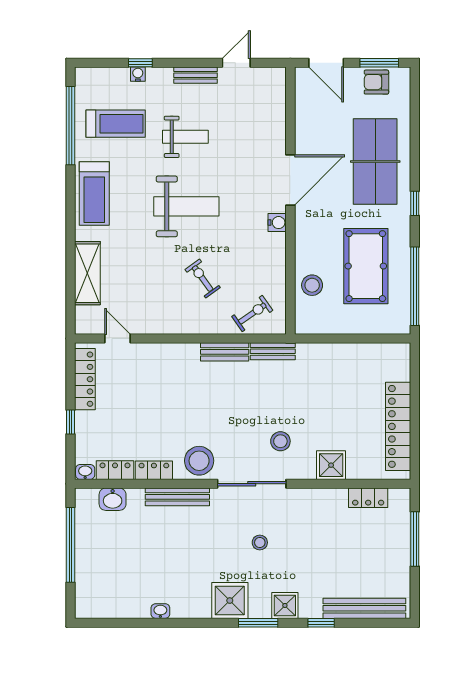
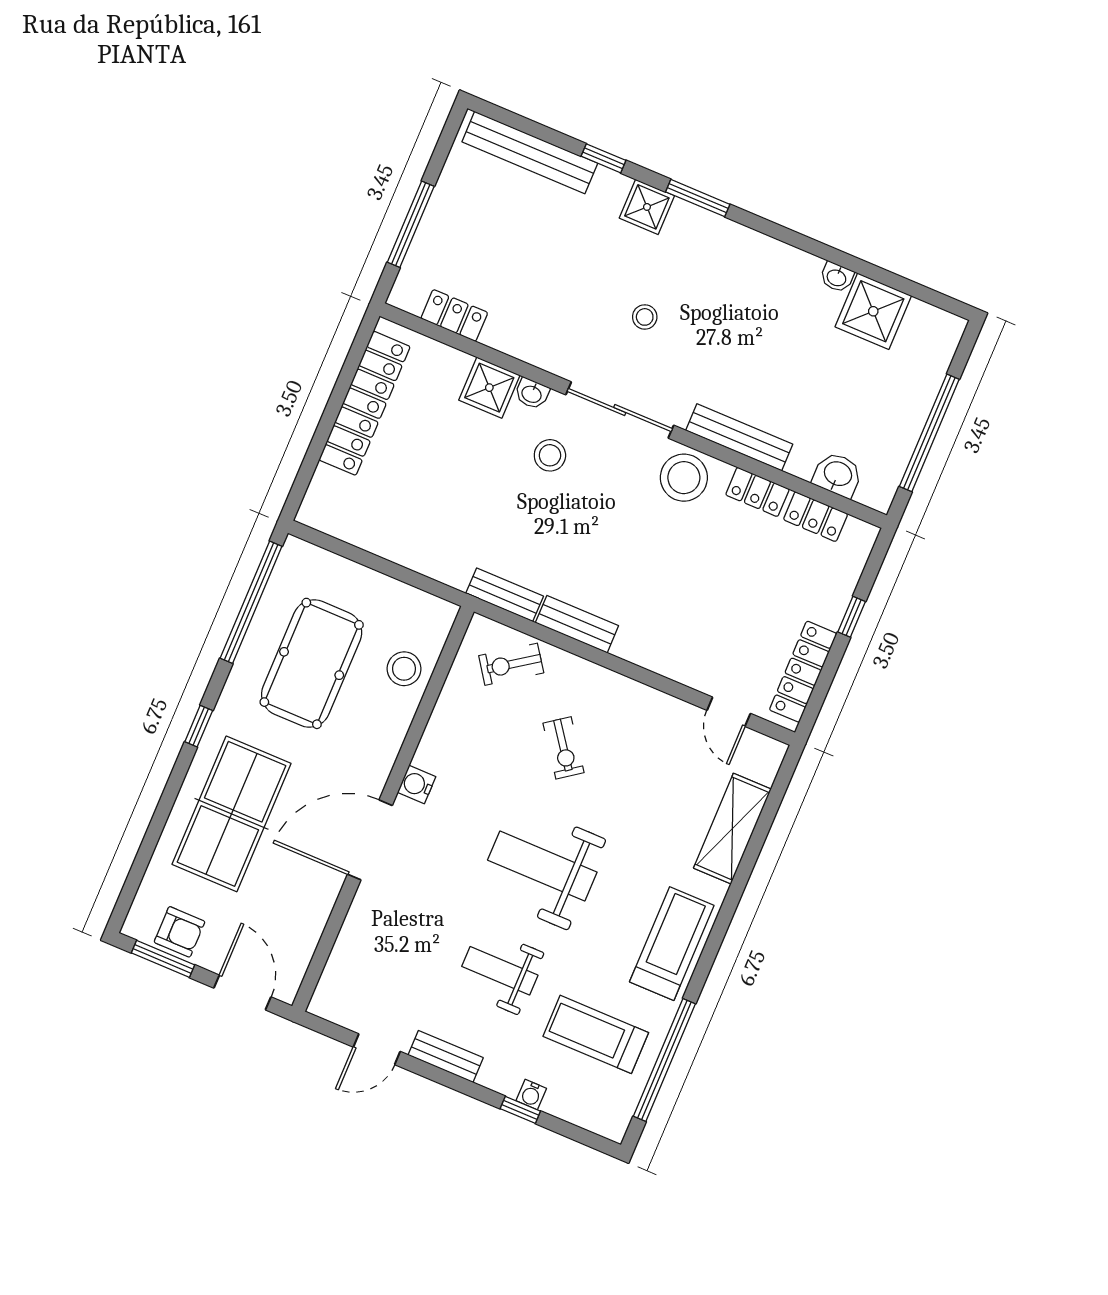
washbasin: (85, 472) -> (532, 394), moved
shower: (230, 601) -> (873, 311), moved

